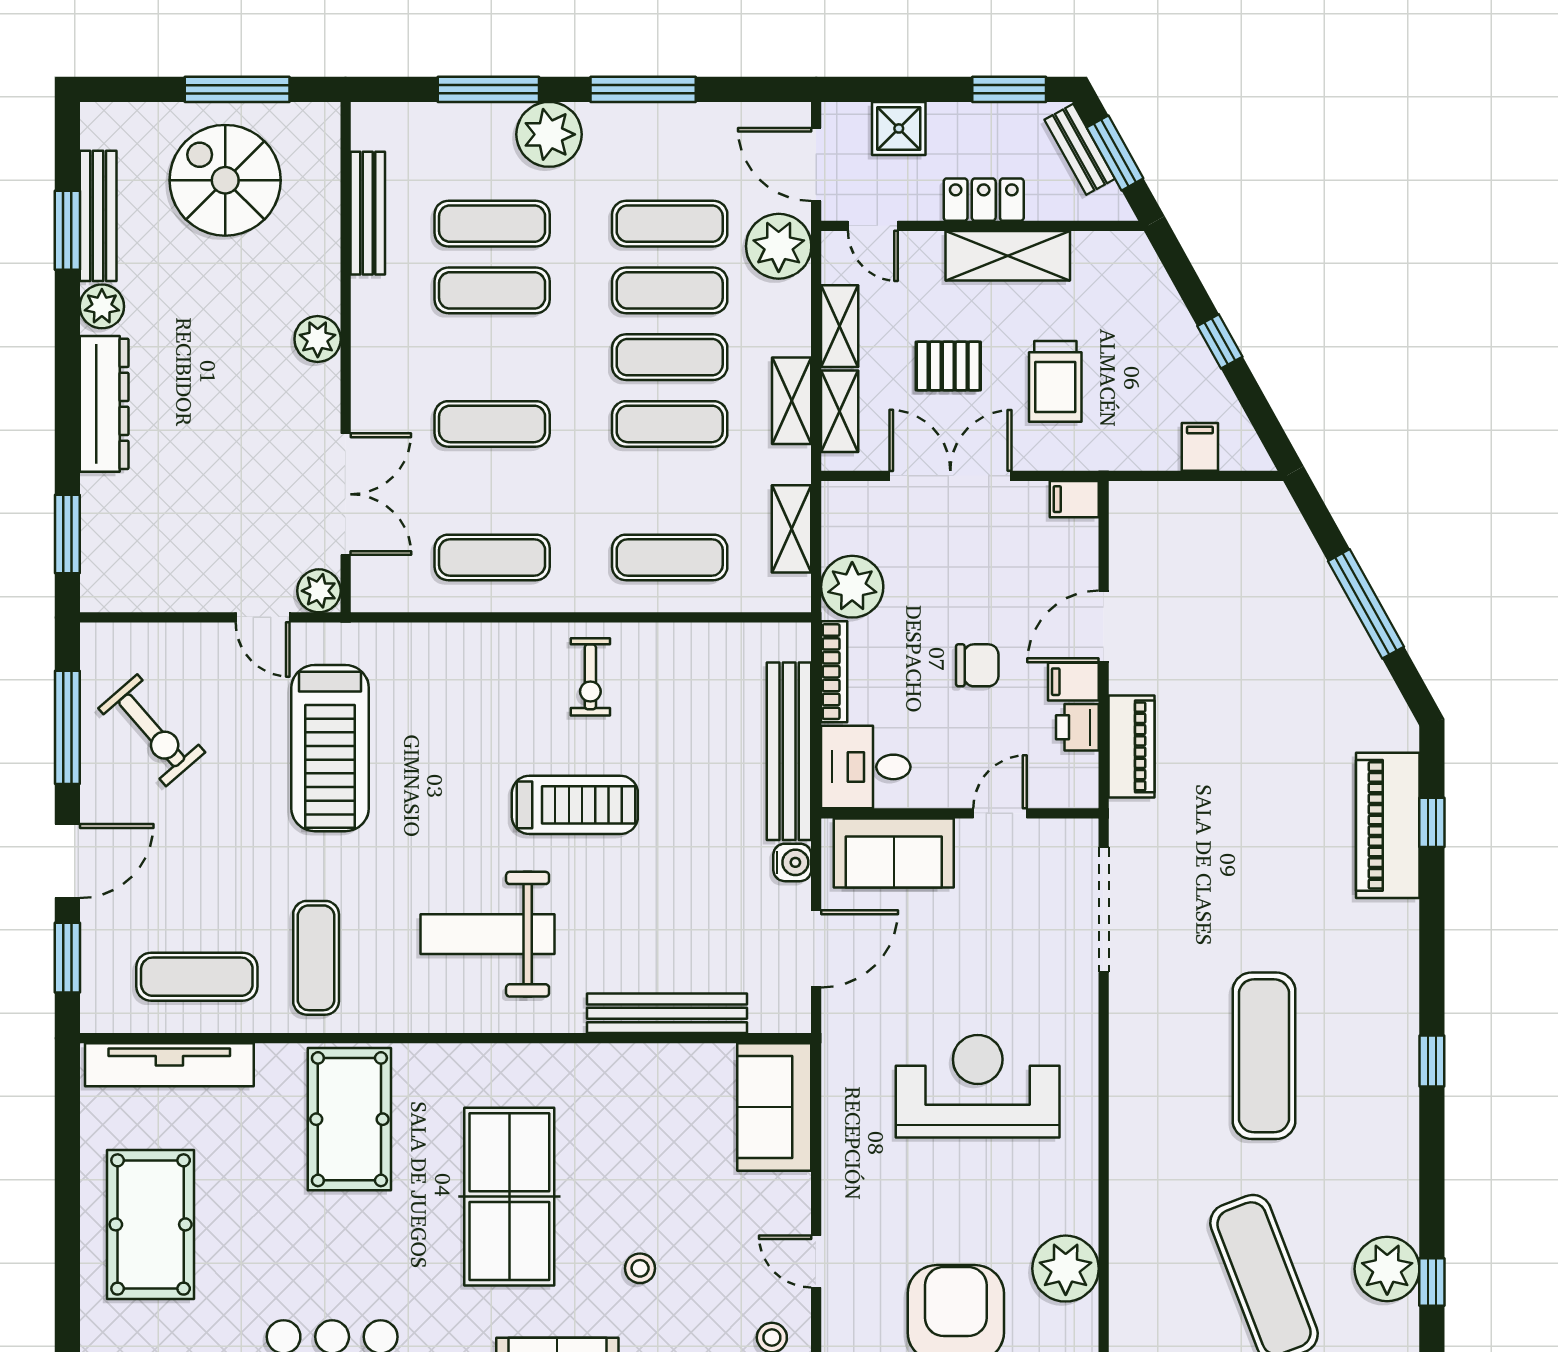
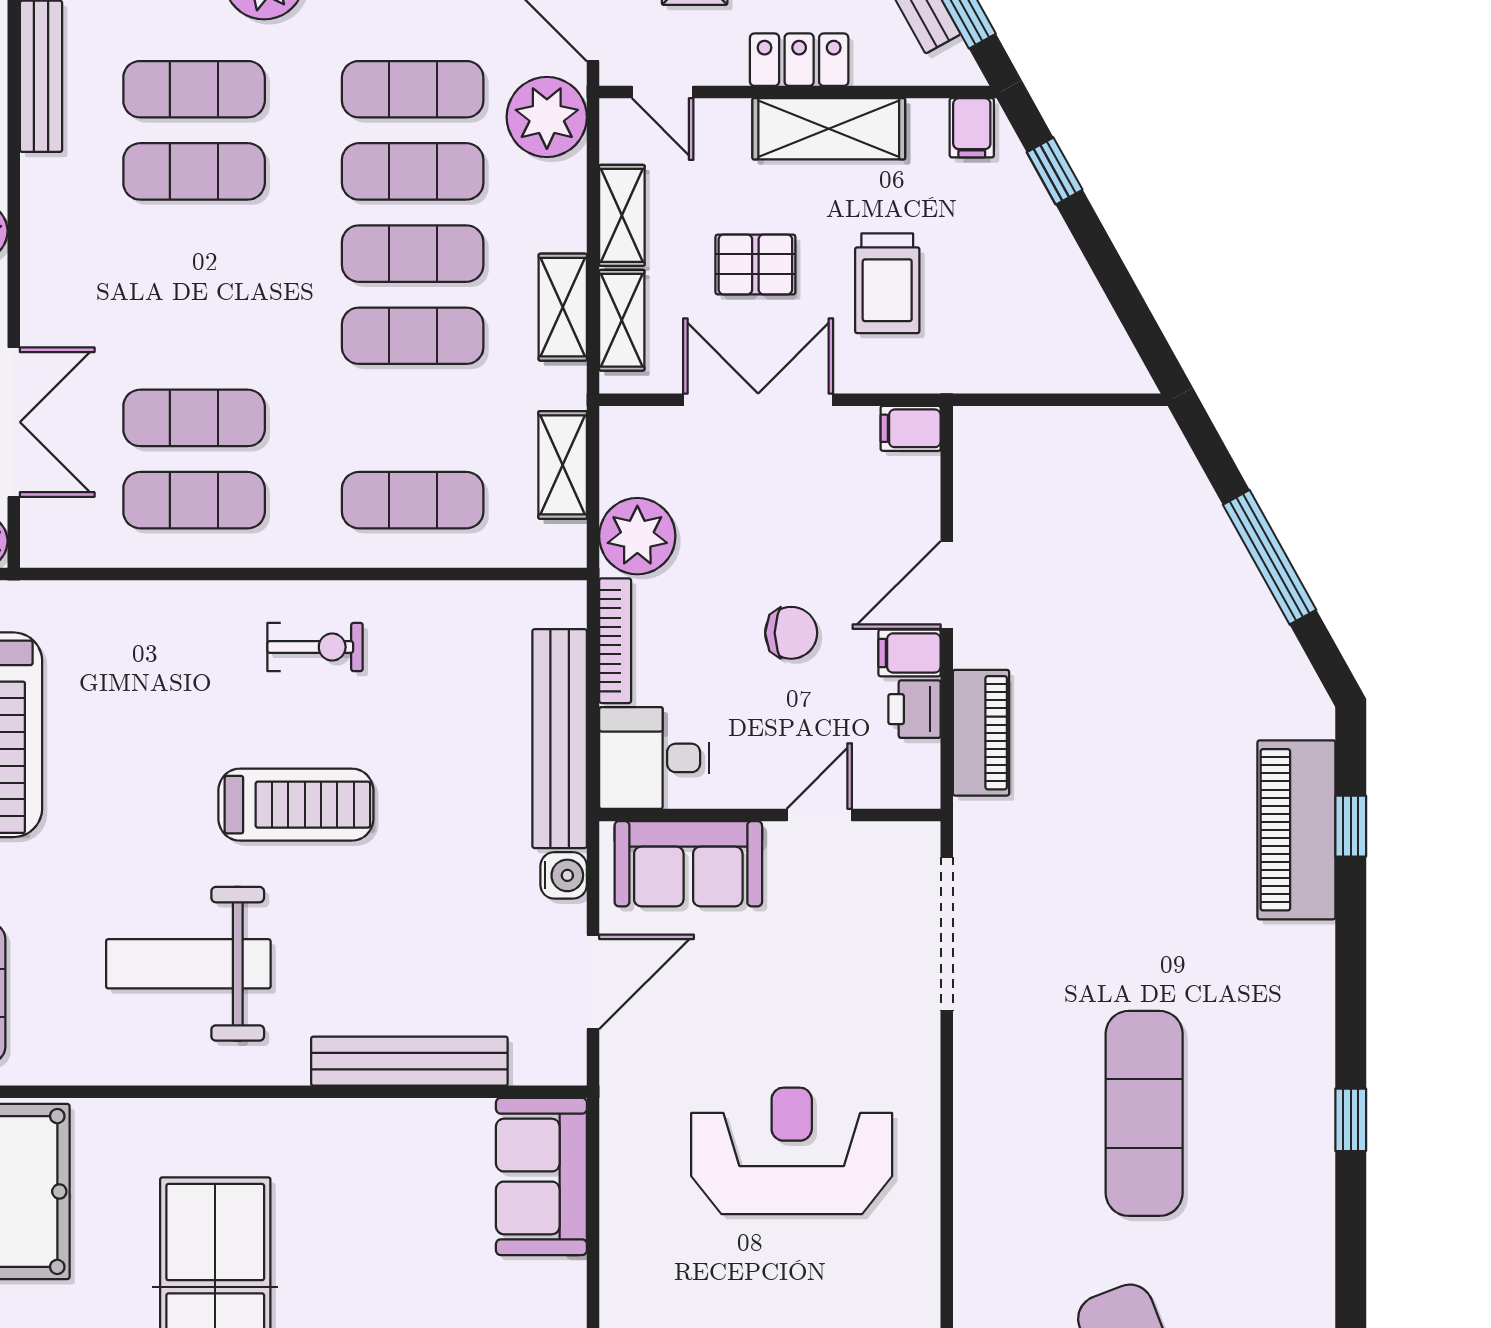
window: (1220, 341) -> (1055, 171), moved
exercise mat: (492, 424) -> (194, 418), moved
filing cabinet: (1200, 447) -> (972, 128), moved, turned 180
exercise bike: (590, 677) -> (315, 647), turned -90

